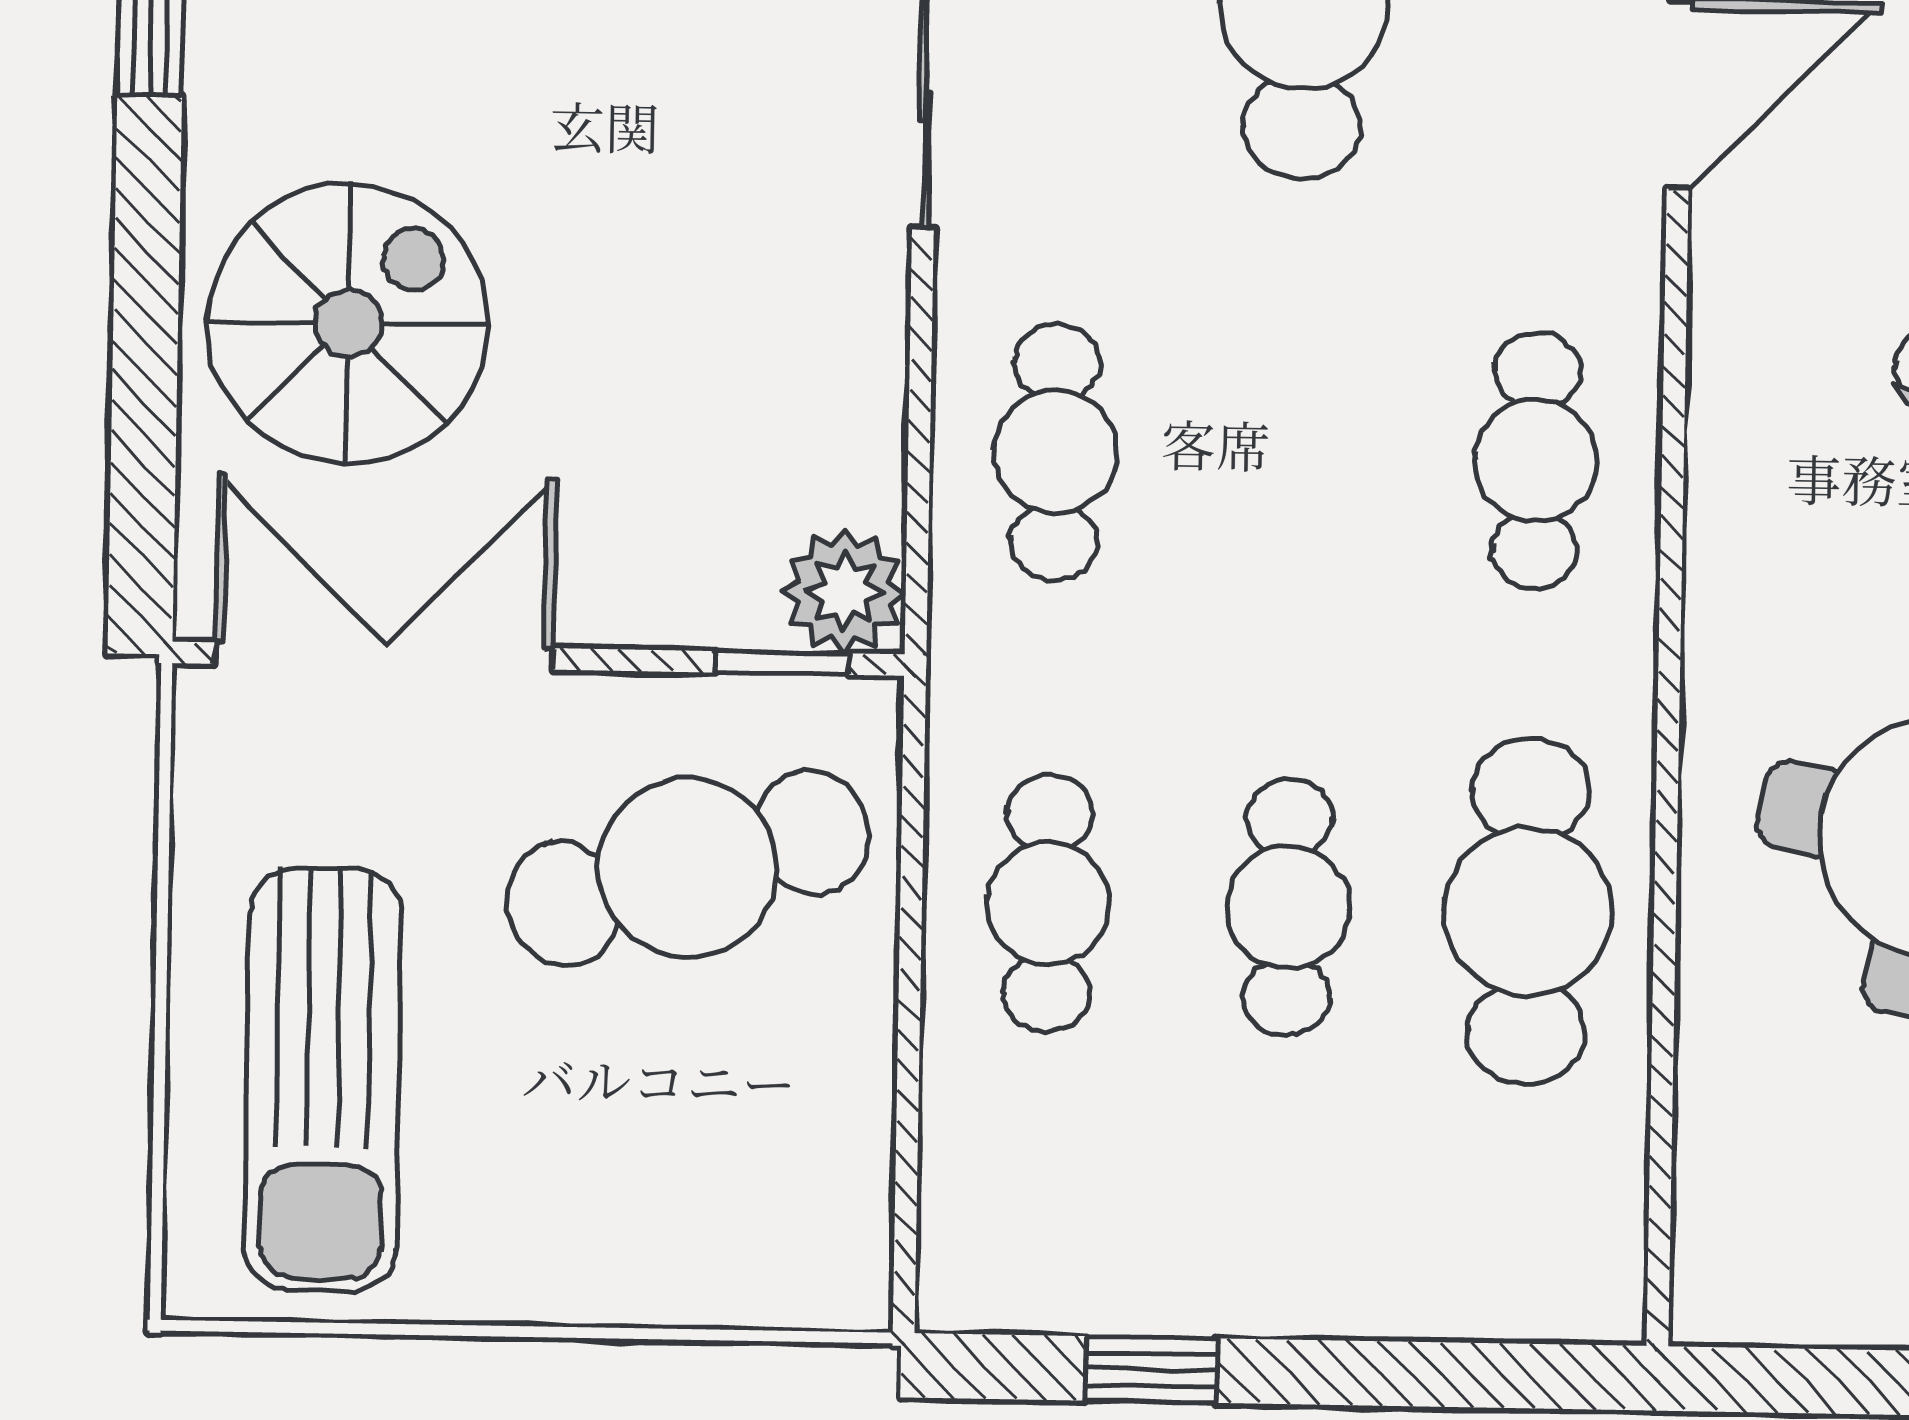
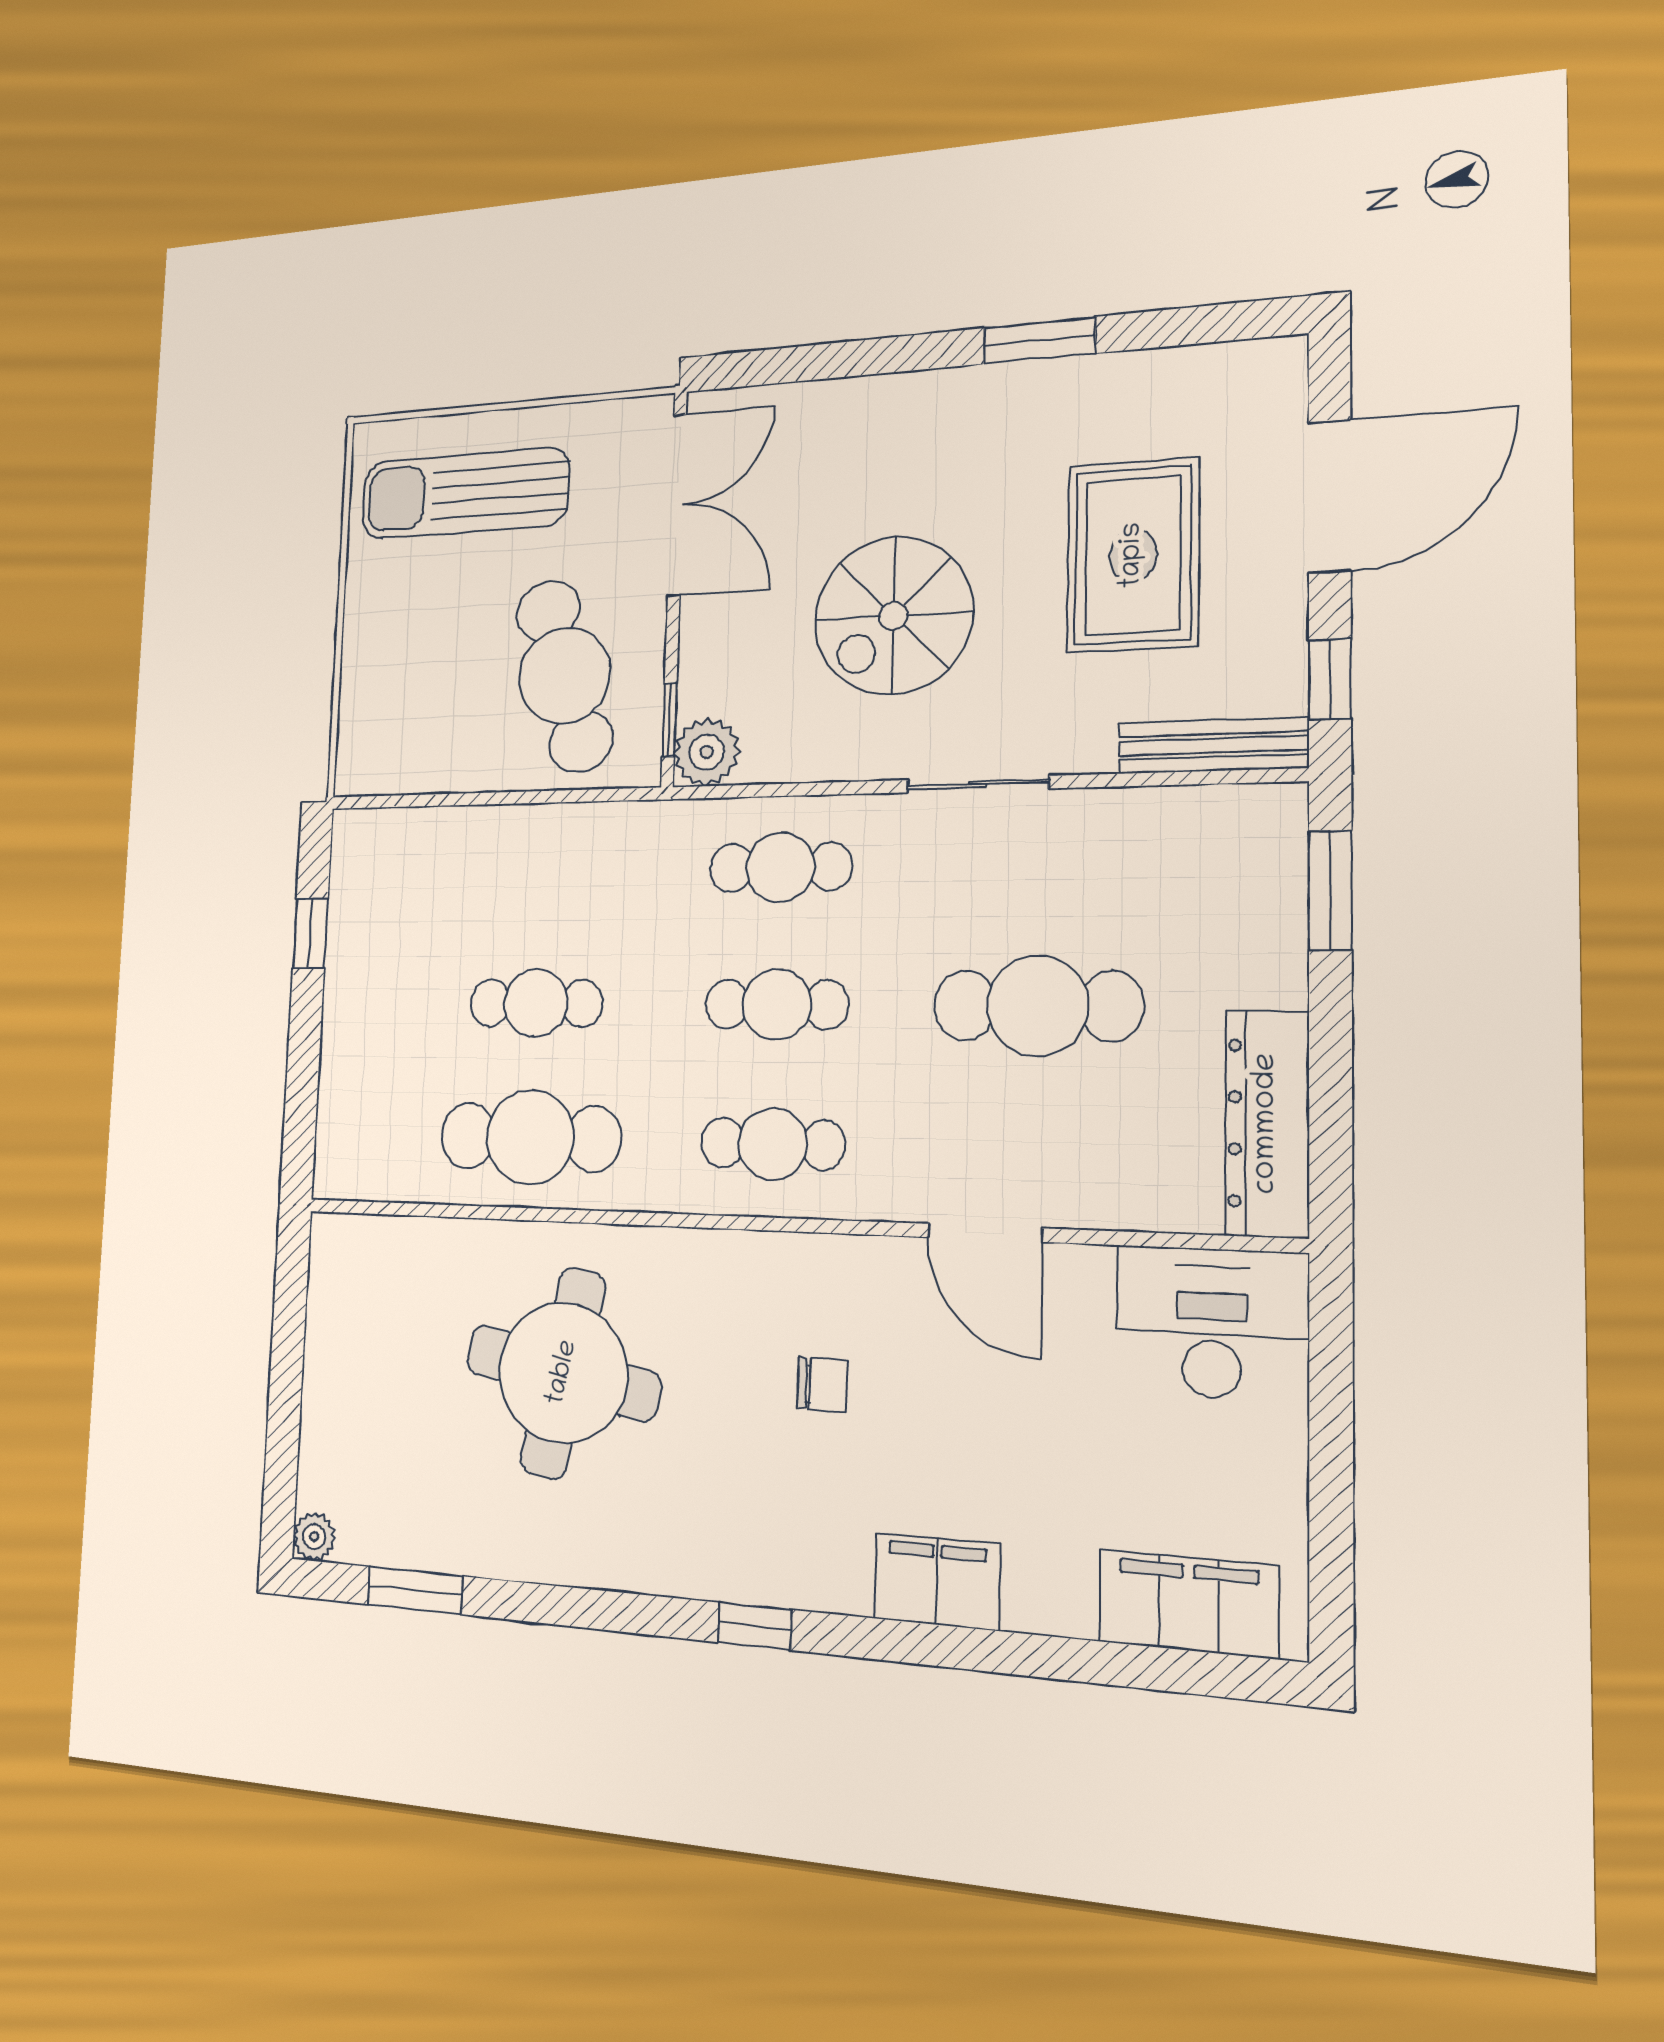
spiral stairs: (348, 323) -> (893, 616), moved, turned 90
cafe table: (1048, 903) -> (777, 1004), moved

